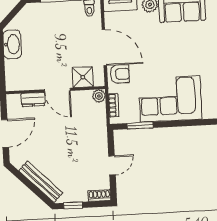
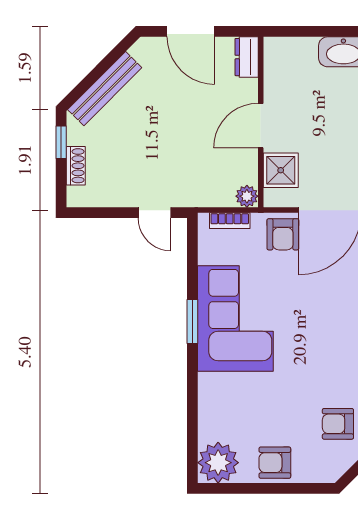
dresser: (33, 100) -> (247, 57), moved
window: (140, 125) -> (192, 321), moved
door: (112, 165) -> (154, 213), moved
shoe rack: (99, 195) -> (76, 166), moved

